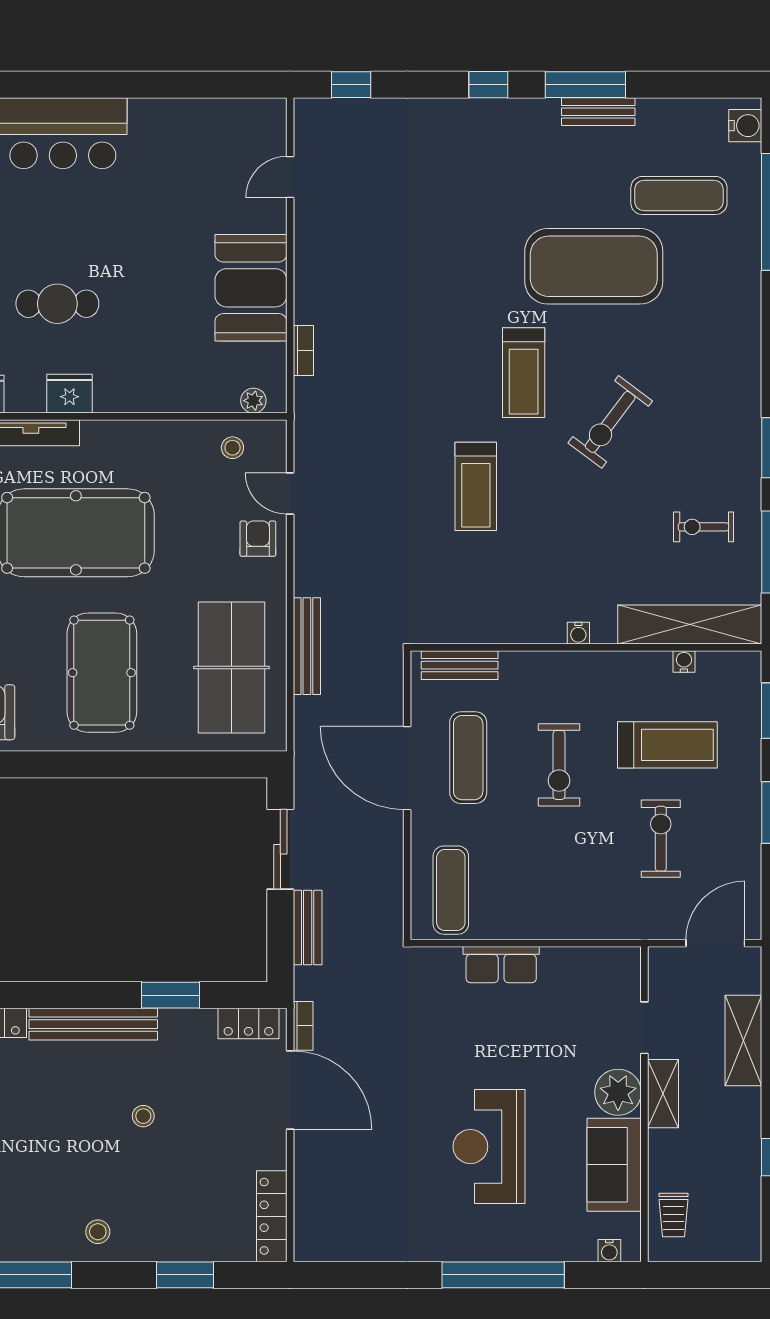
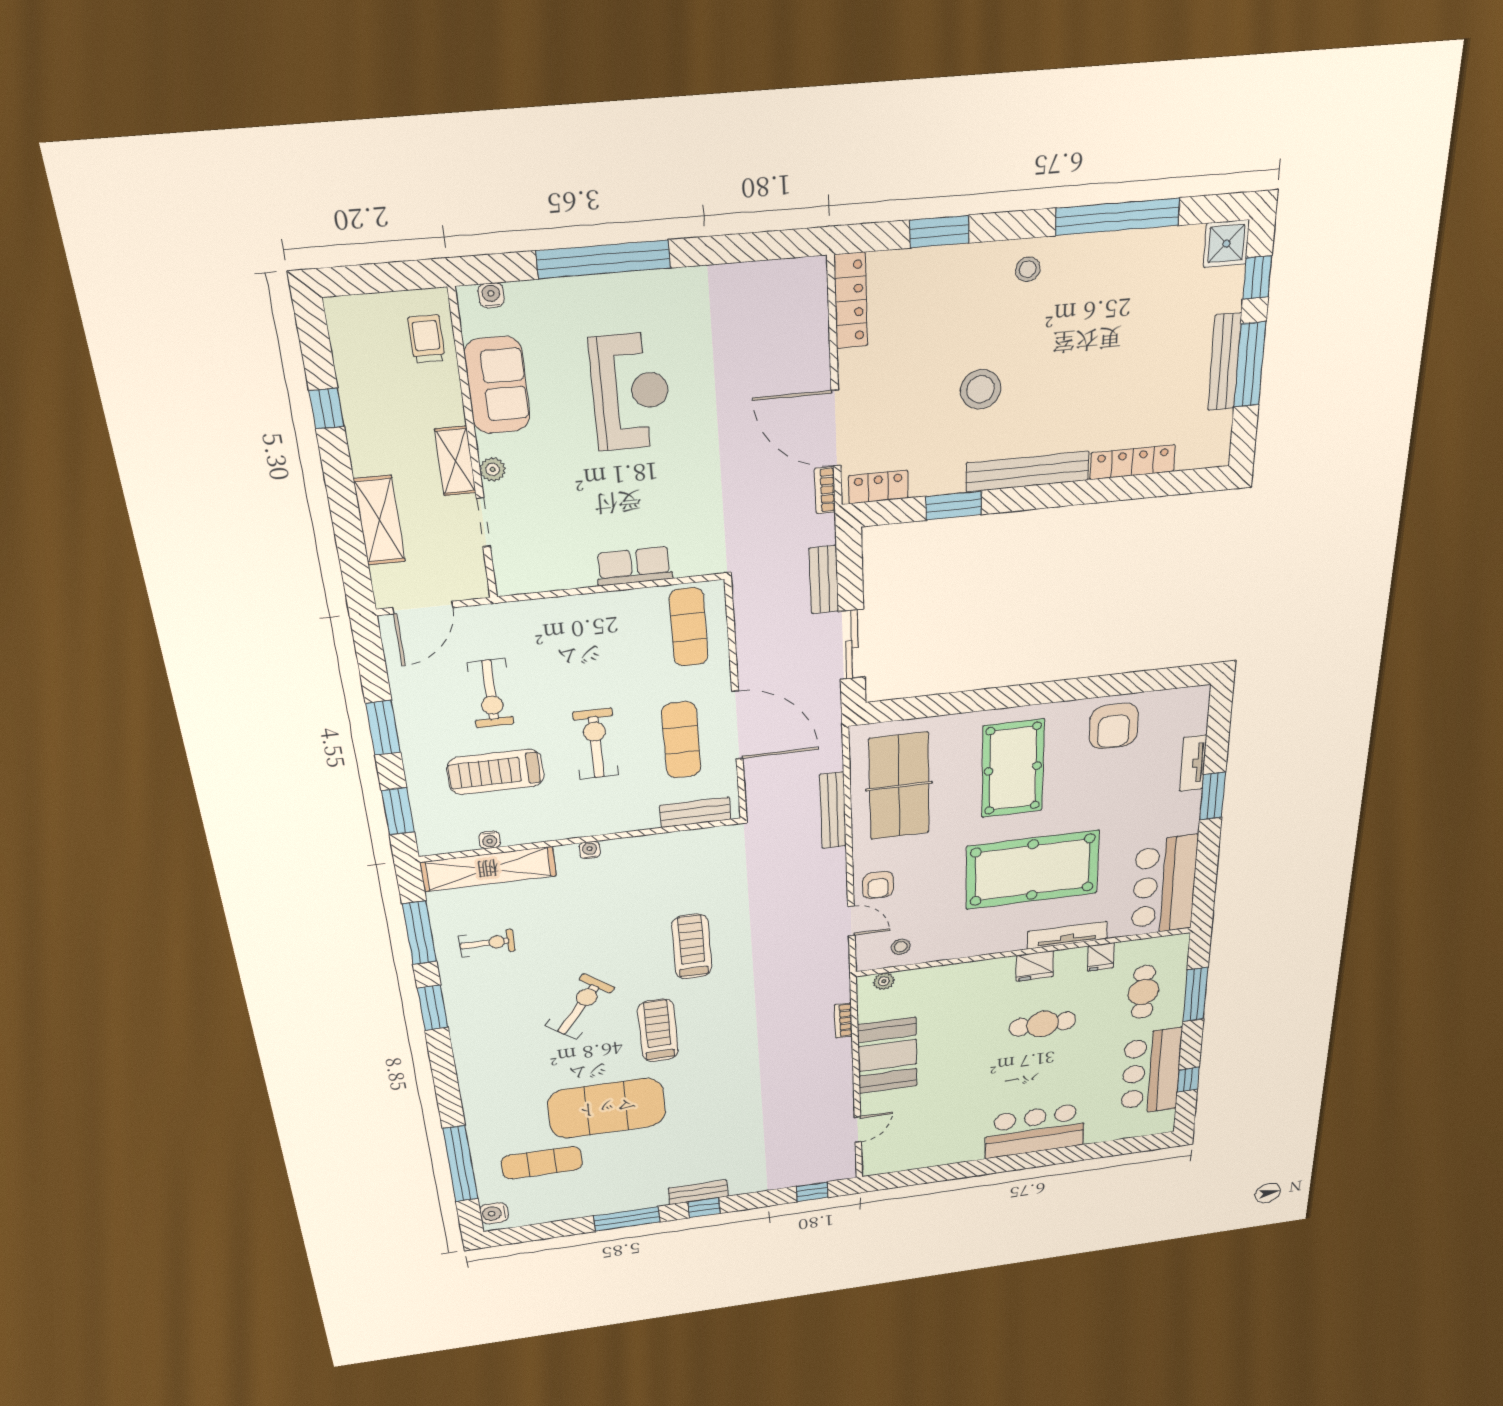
bench: (598, 112) -> (698, 1192), moved
plant: (618, 1092) -> (493, 469), width x0.53, depth x0.53
stool: (143, 1116) -> (981, 389), width x1.89, depth x1.89

